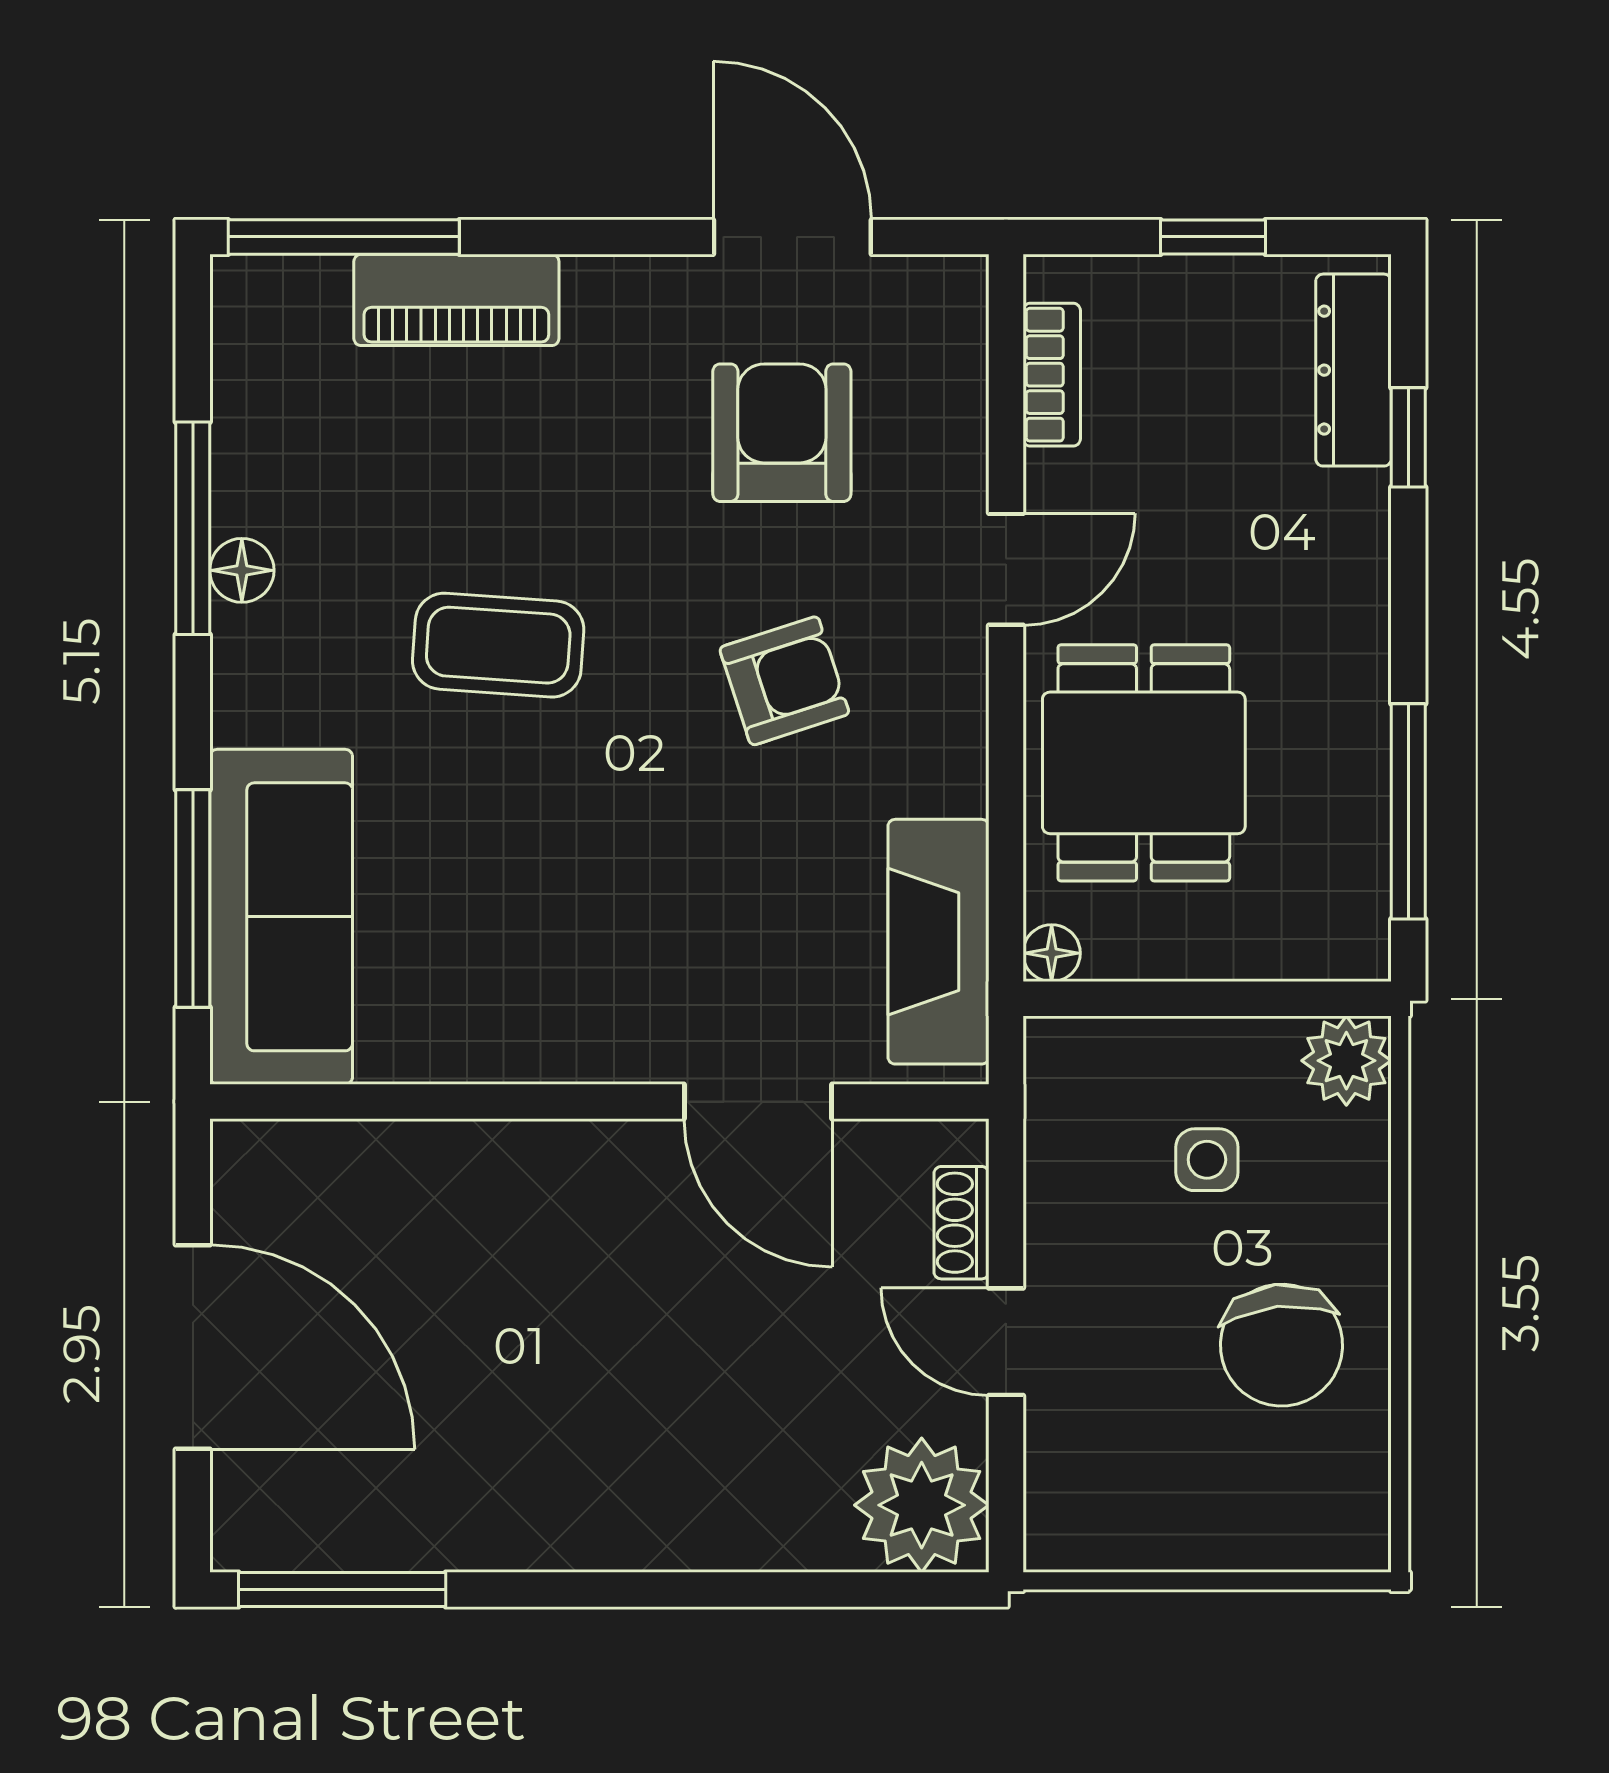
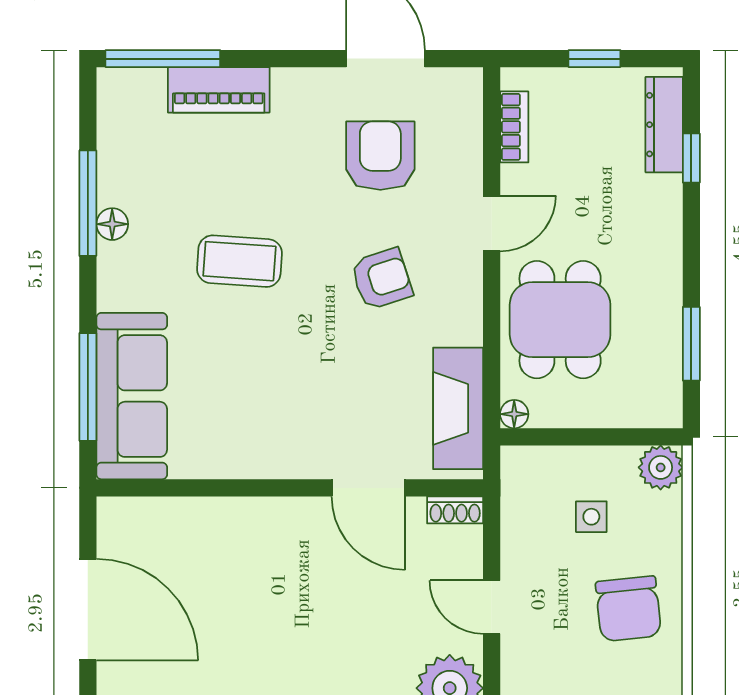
window: (1408, 811) -> (691, 344), width x0.69
shoe rack: (961, 1223) -> (455, 510), moved, turned -90

